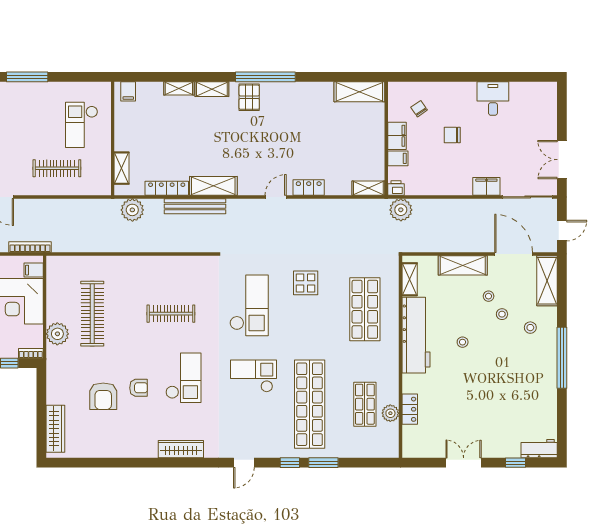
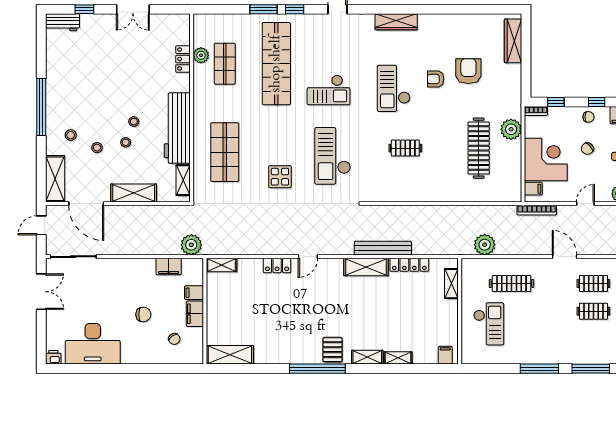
desk: (493, 98) -> (93, 344), width x1.87, depth x1.30
filing cabinet: (486, 186) -> (169, 267), moved
printer: (396, 188) -> (53, 357), moved, turned 180
plant: (132, 210) -> (485, 245), moved
stool: (489, 296) -> (126, 142), moved
clothes rail: (171, 314) -> (405, 148), width x0.73

